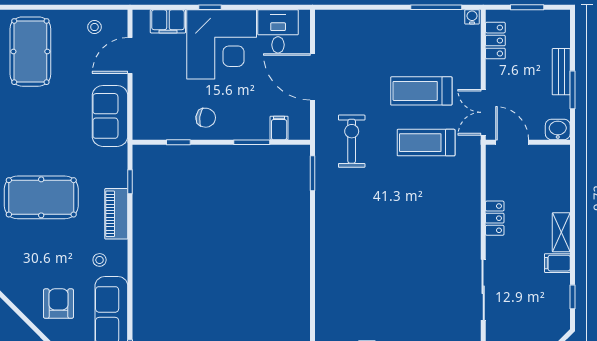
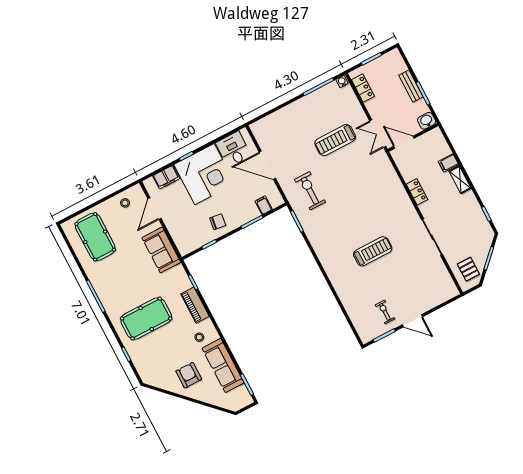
treadmill: (426, 143) -> (373, 251), moved, turned 180
filing cabinet: (557, 263) -> (448, 163), moved

